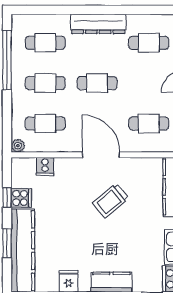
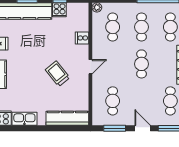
door: (101, 155) -> (90, 67), width x0.53
cooker: (45, 166) -> (82, 38), moved

